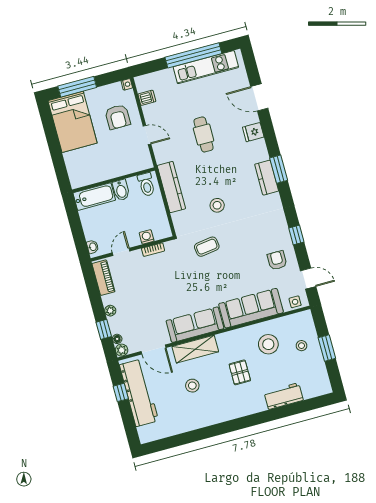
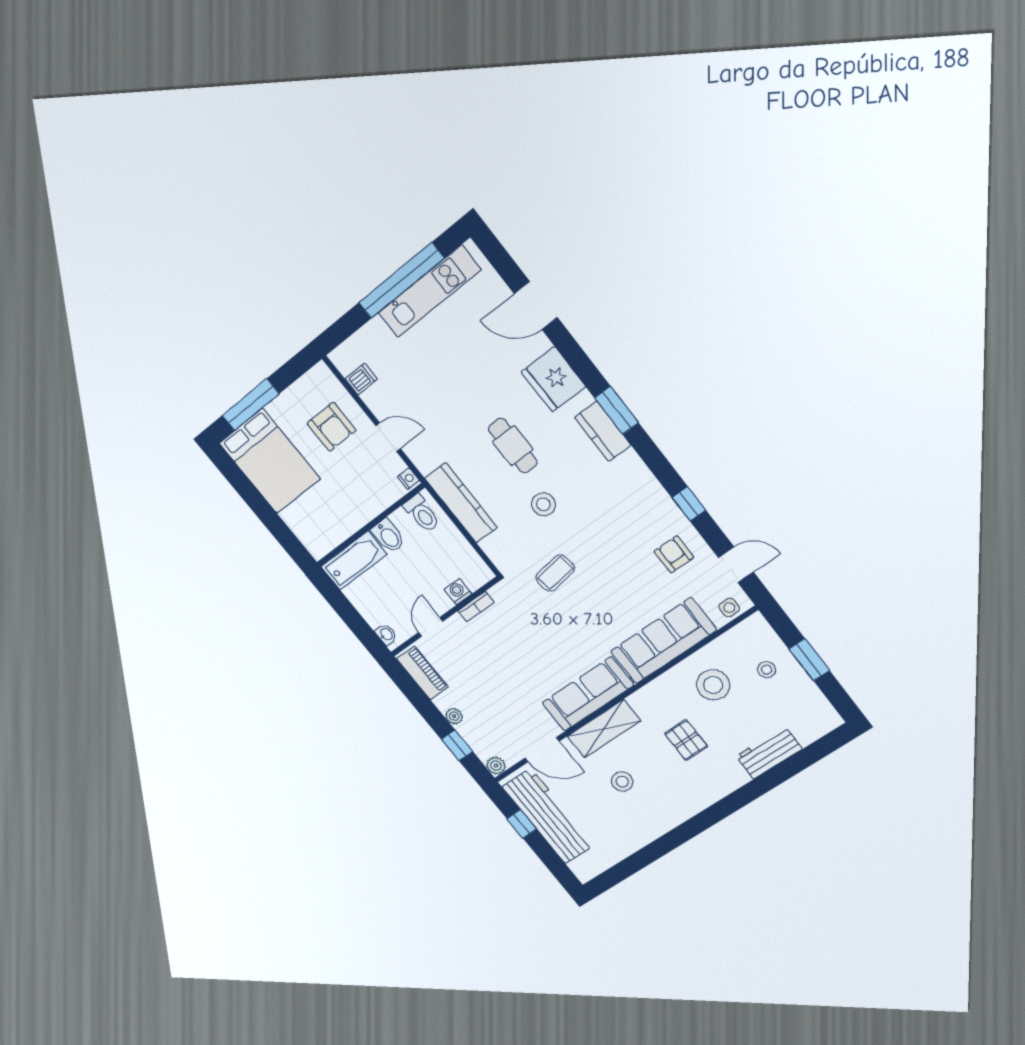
nightstand: (127, 84) -> (408, 479), moved
fridge: (253, 132) -> (553, 379), width x1.88, depth x1.34
cafe table: (204, 134) -> (513, 446), moved
floor lamp: (117, 339) -> (482, 752), removed

